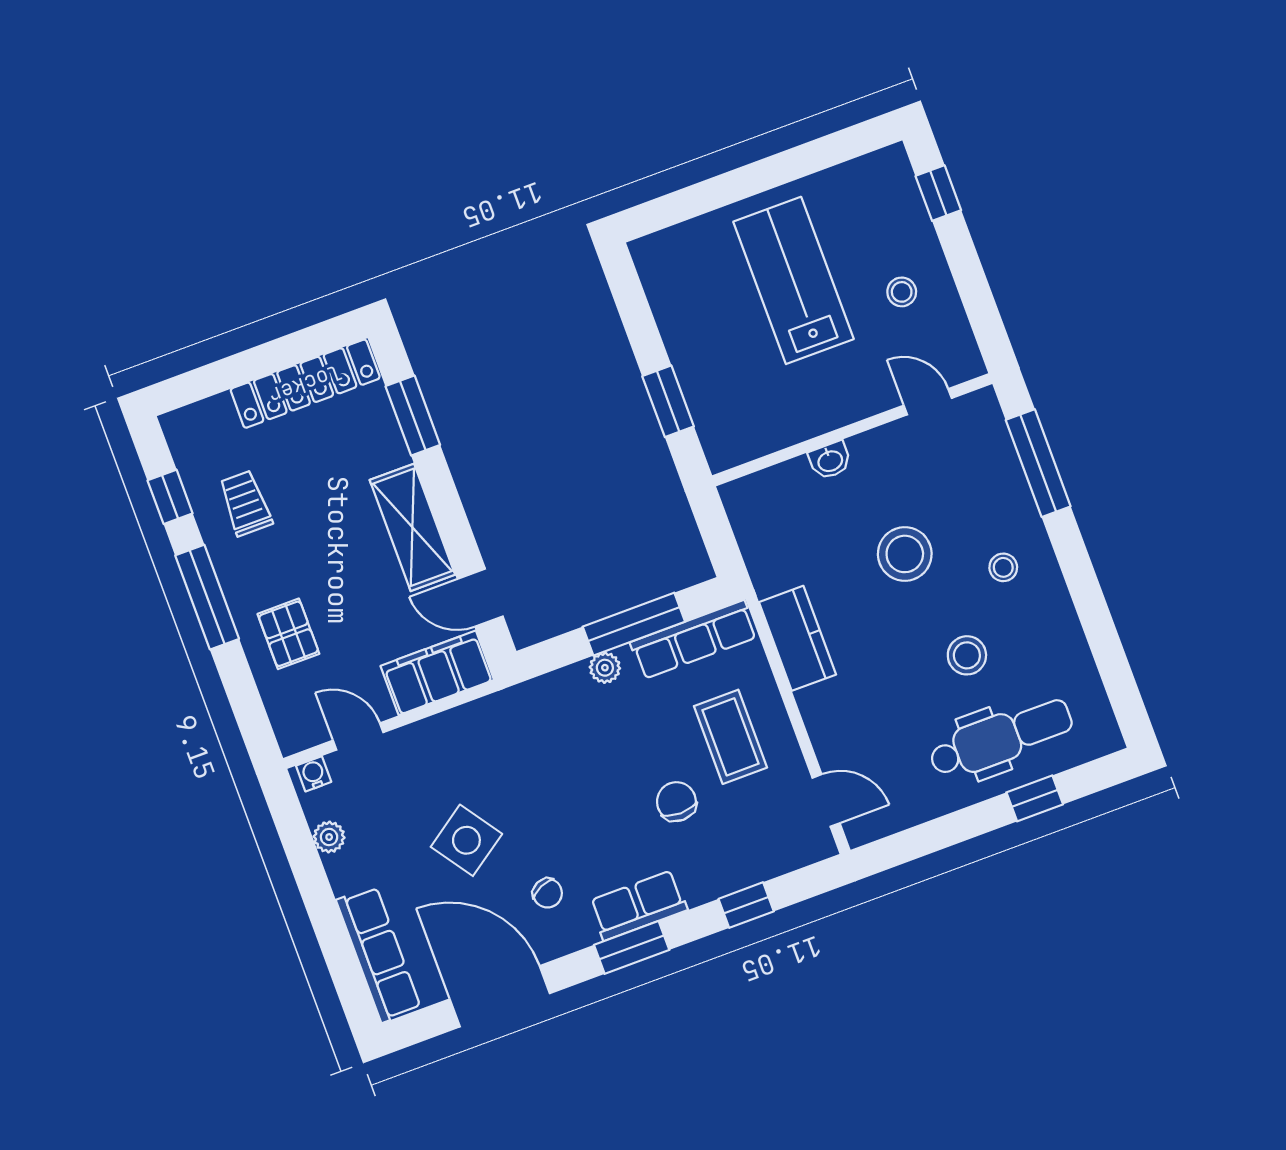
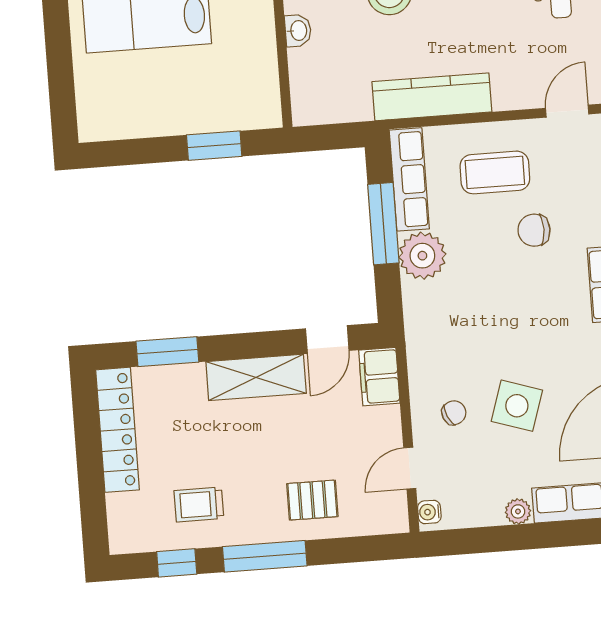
kitchen counter: (798, 638) -> (432, 97), width x1.50
plant: (605, 668) -> (422, 256), width x1.88, depth x1.88
filing cabinet: (437, 673) -> (379, 377), width x0.67, depth x0.86
plant: (329, 837) -> (518, 511), moved
side table: (466, 840) -> (517, 406), turned -37
chair: (547, 893) -> (454, 413), moved

